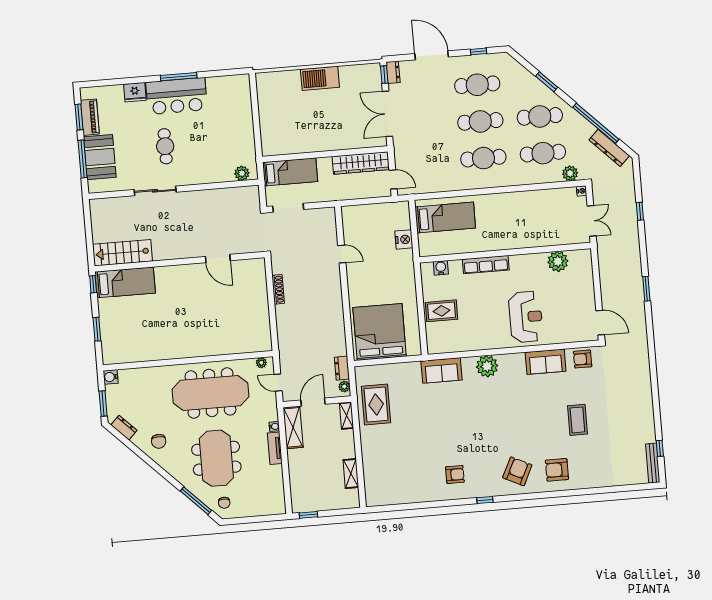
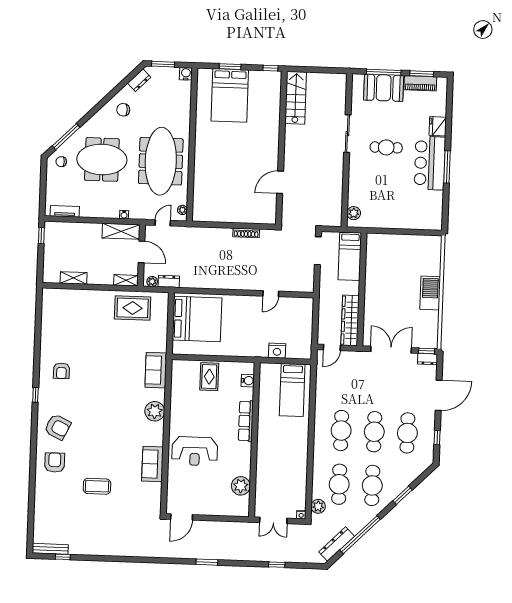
bed: (125, 282) -> (230, 95), moved, width x1.50
armchair: (583, 359) -> (151, 497), removed
tv unit: (275, 448) -> (65, 211), moved

